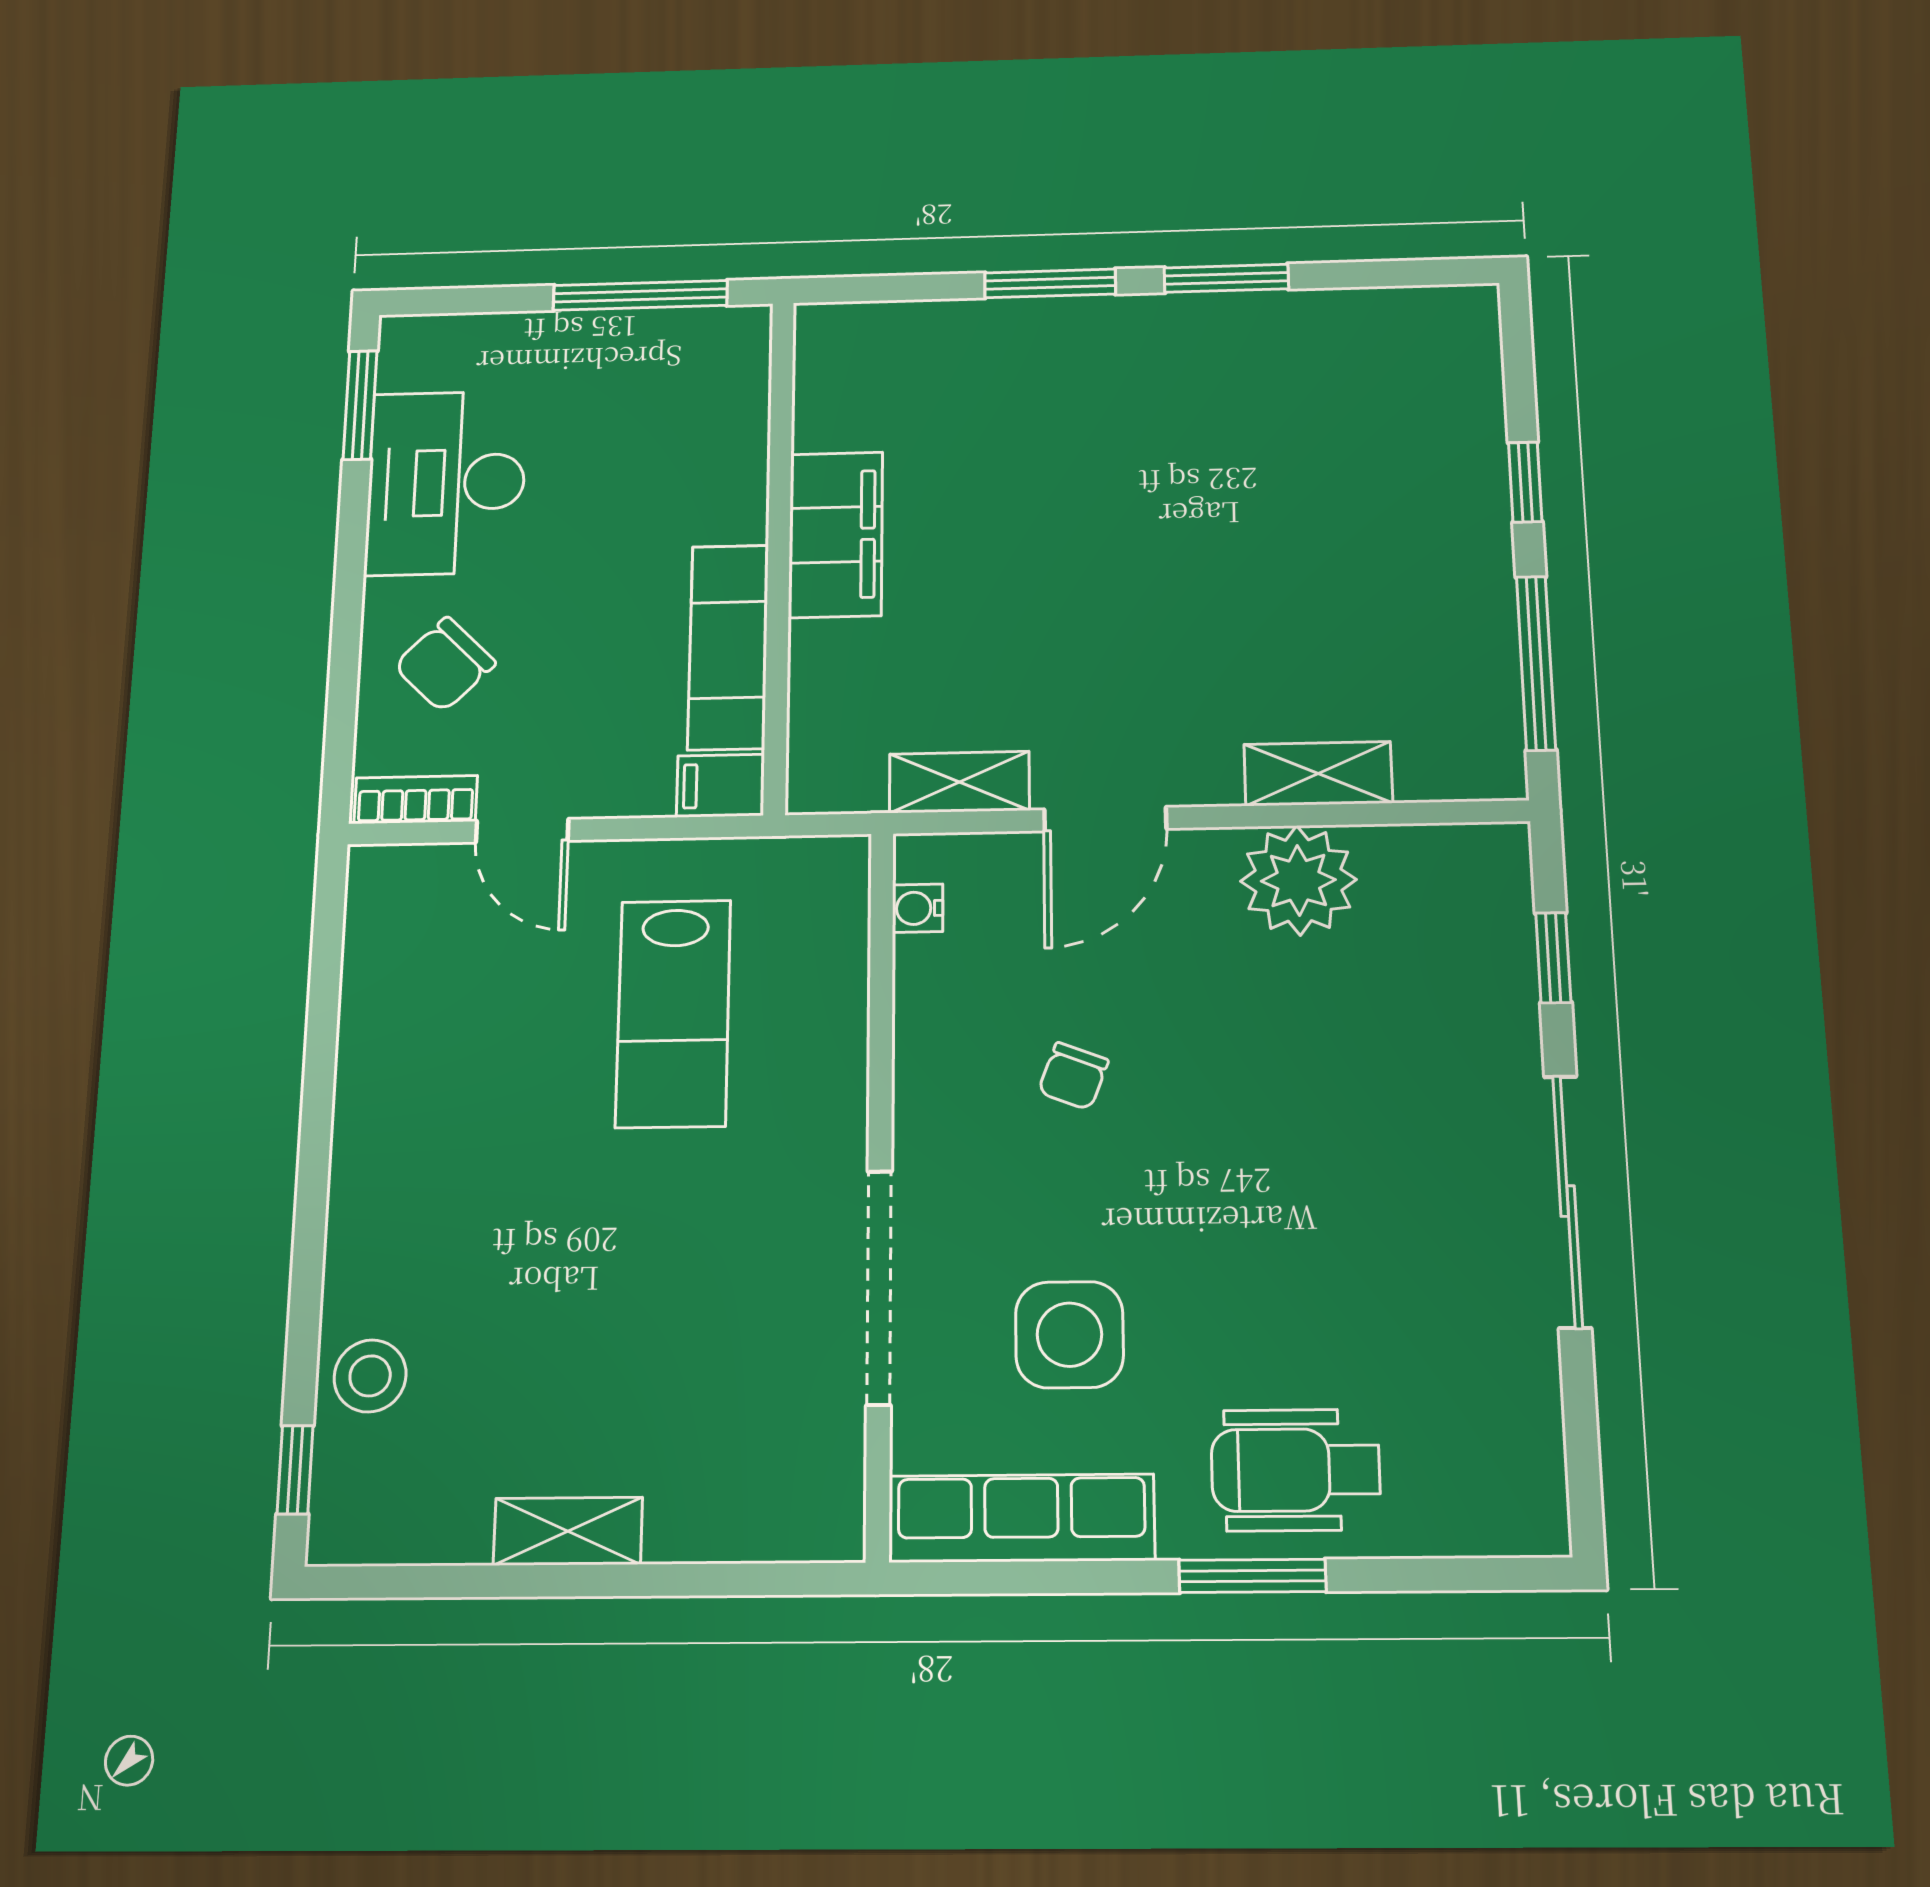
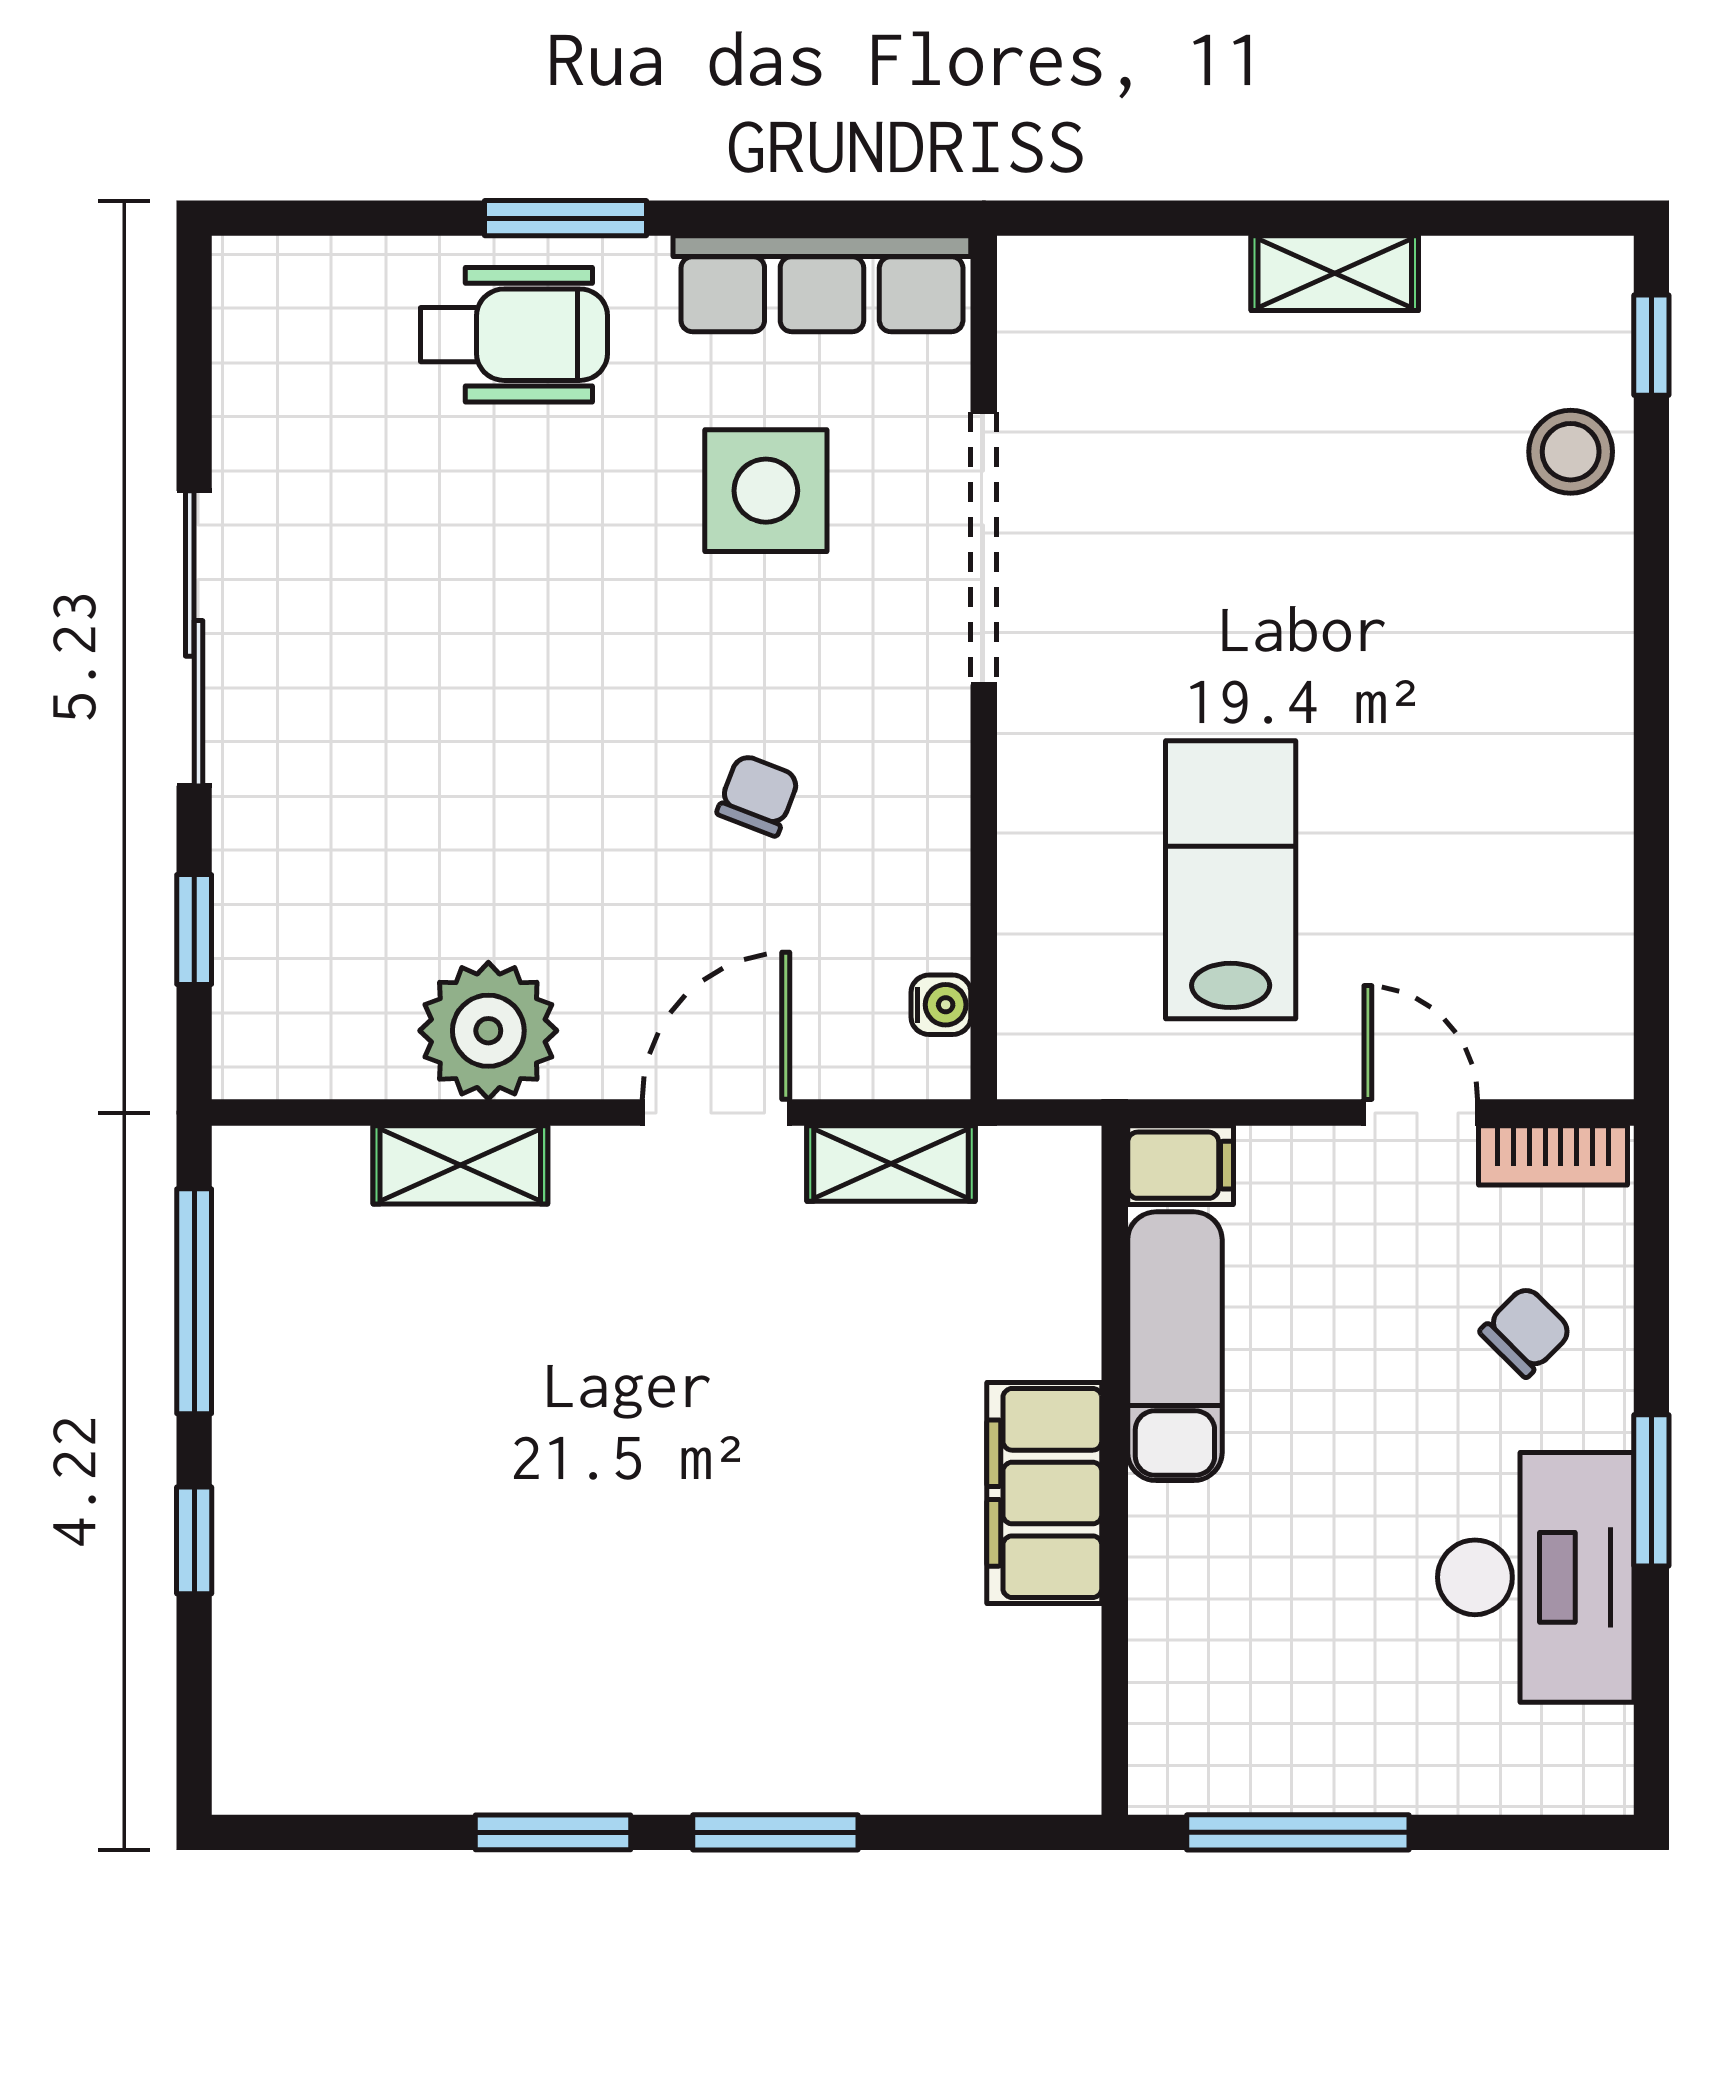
window: (360, 405) -> (1651, 1490), moved
chair: (445, 665) -> (1526, 1331), width x0.73, depth x0.73

